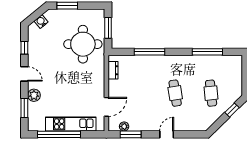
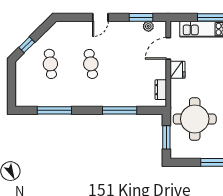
fridge: (98, 88) -> (178, 70), added

